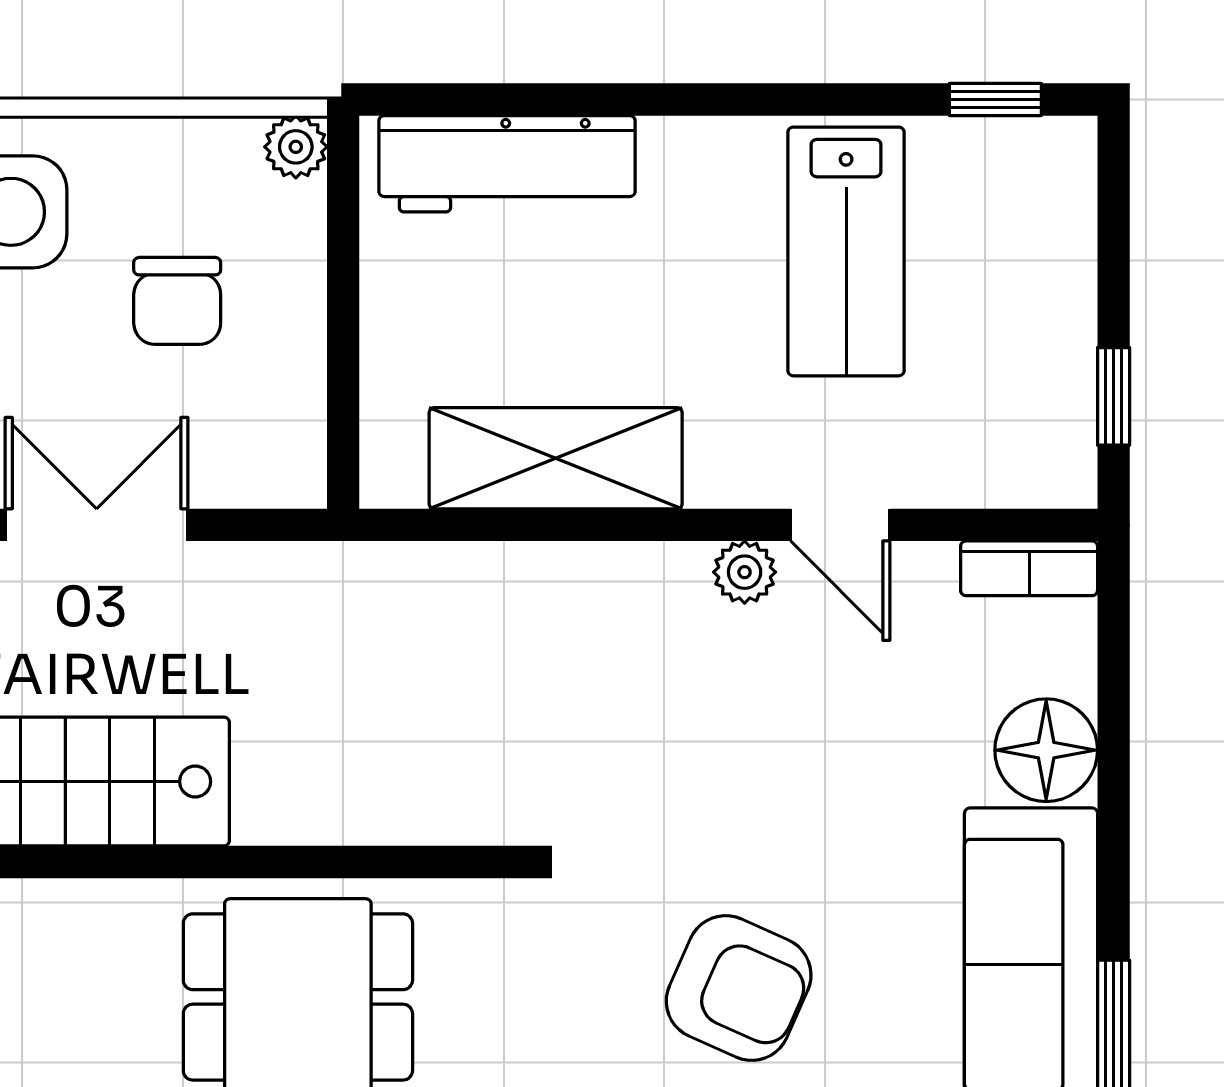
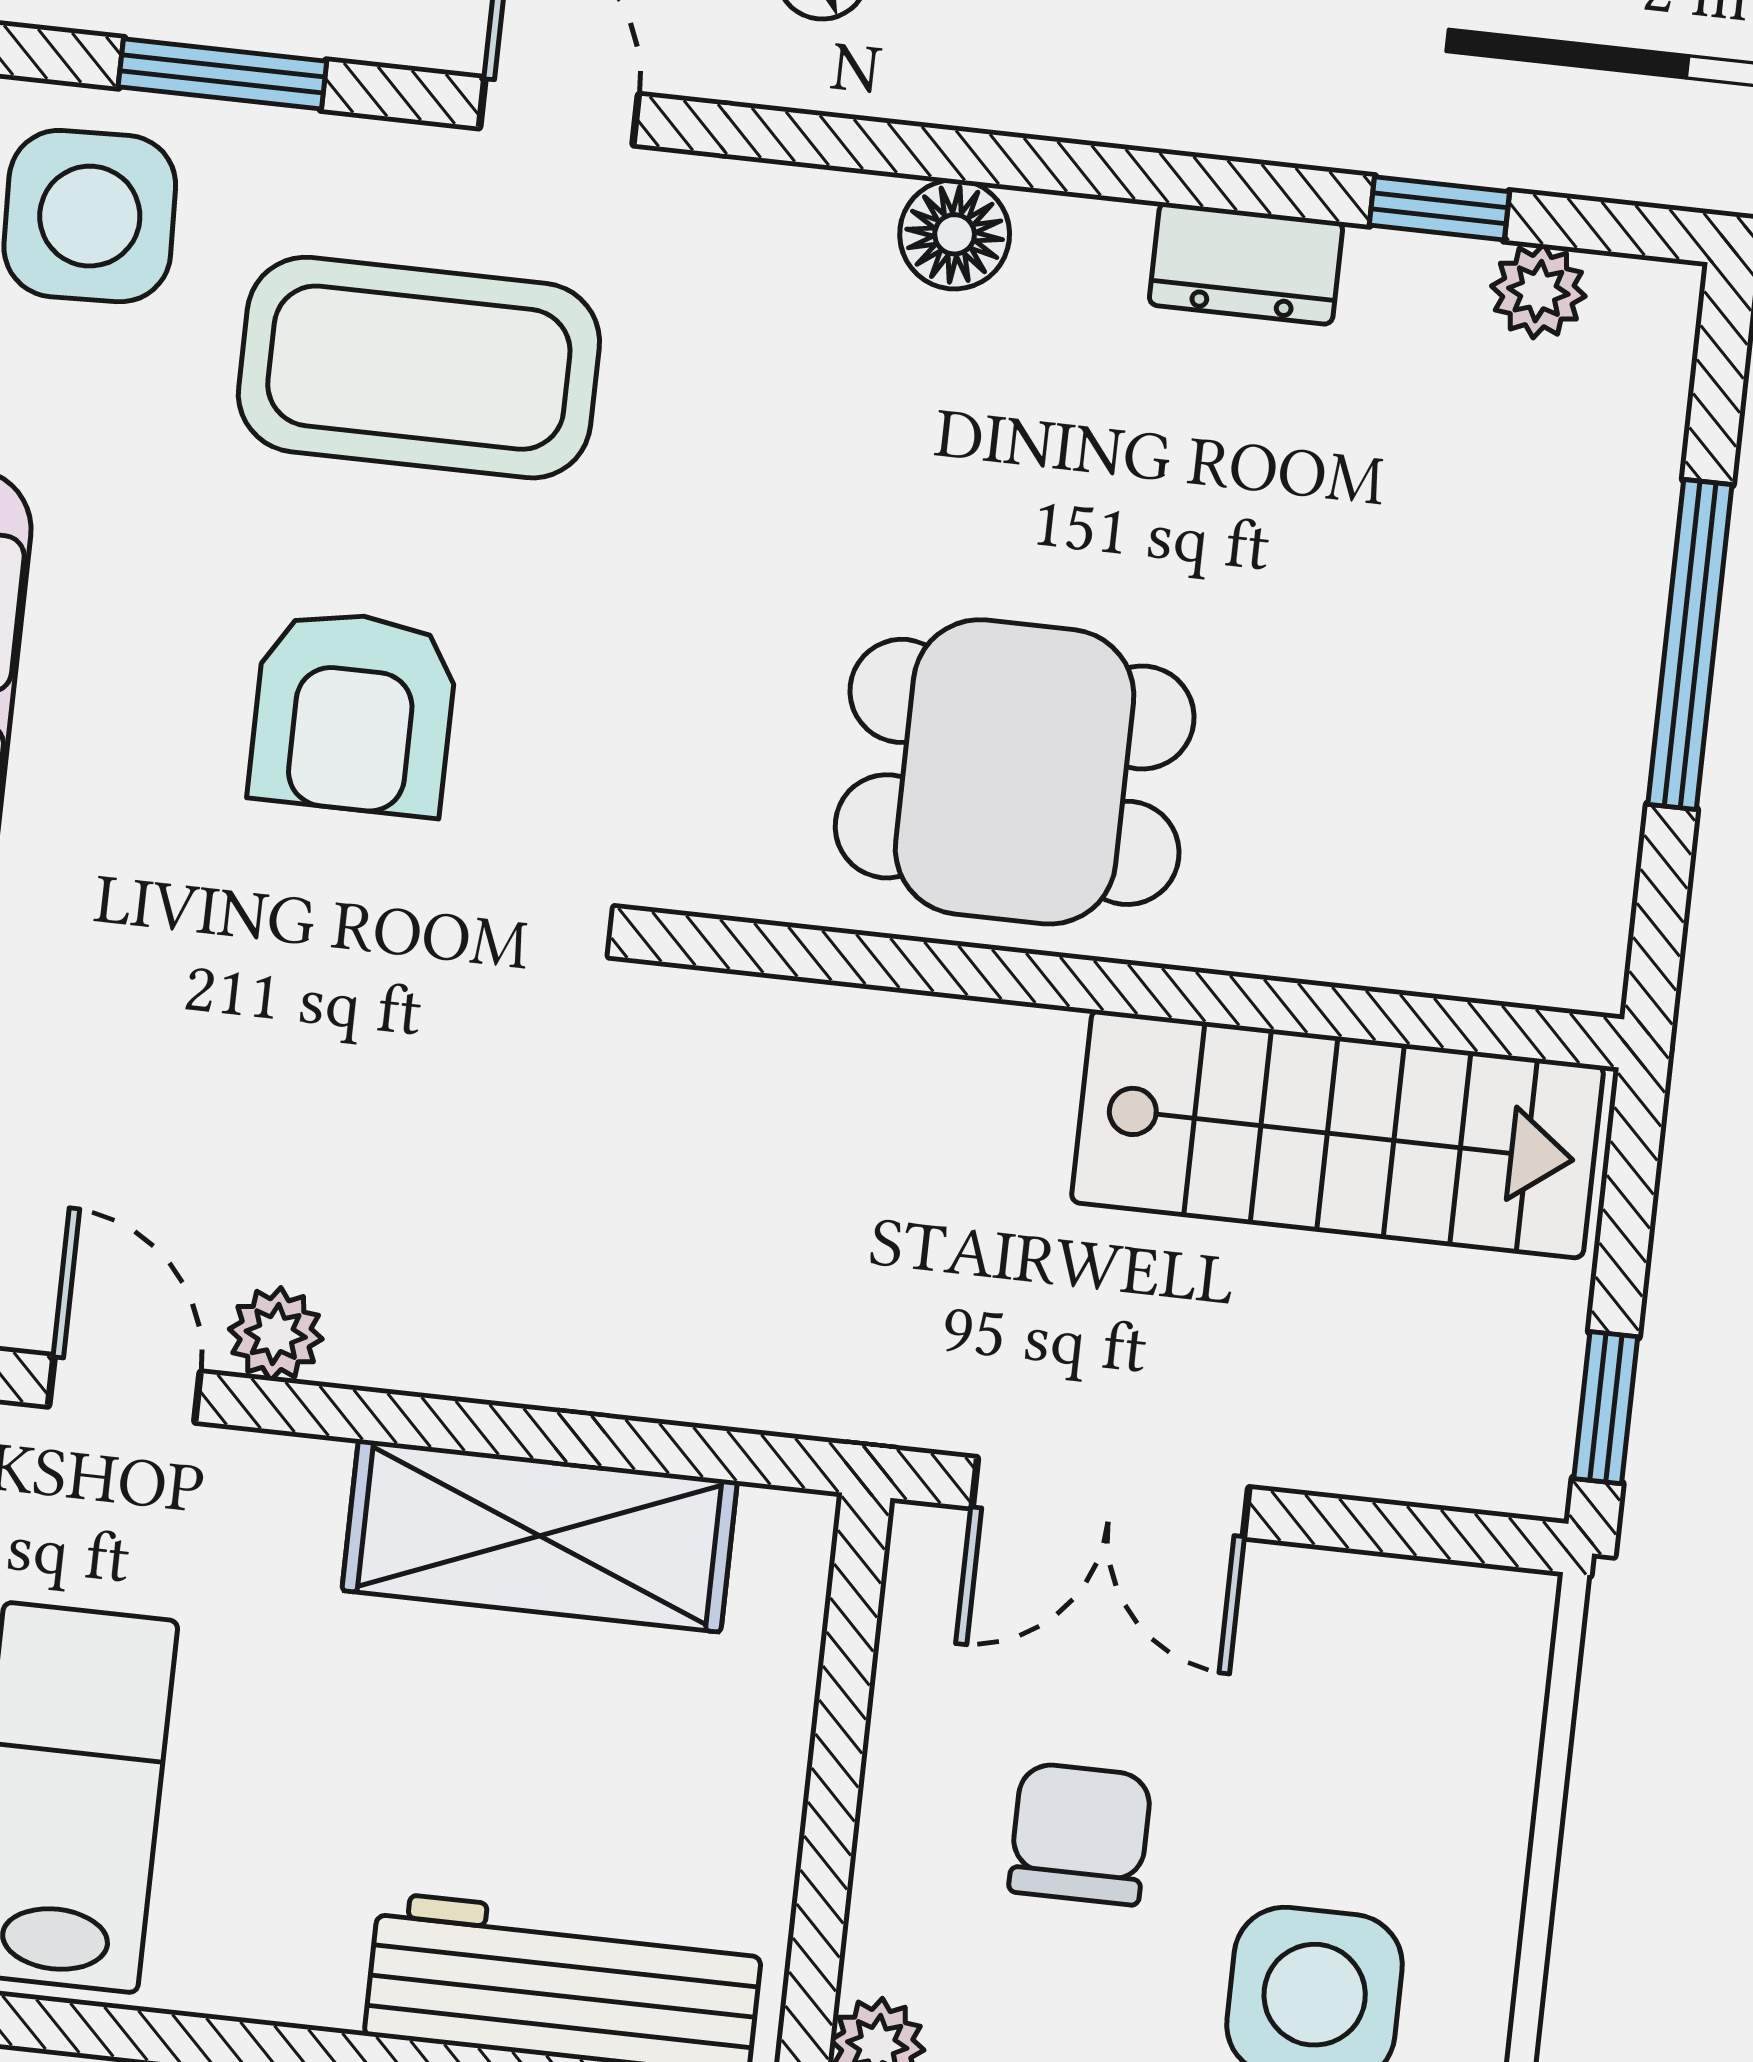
double door: (97, 525) -> (1110, 1498), moved
armchair: (739, 988) -> (353, 712), turned -114

